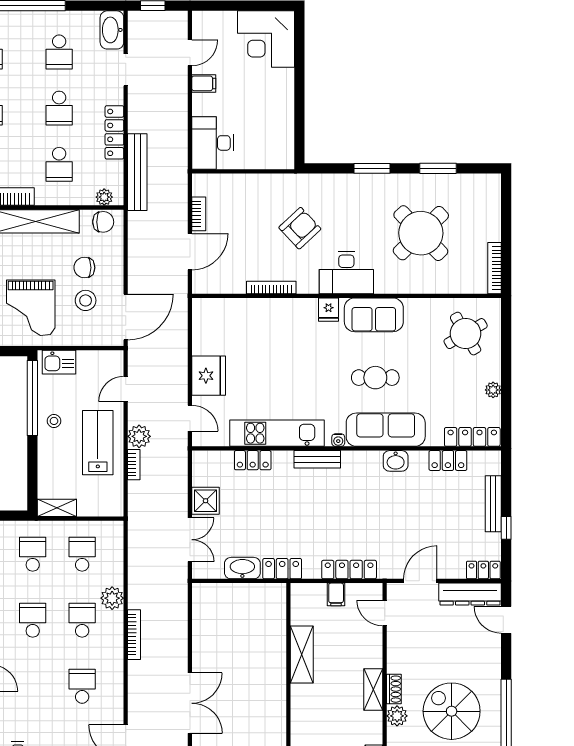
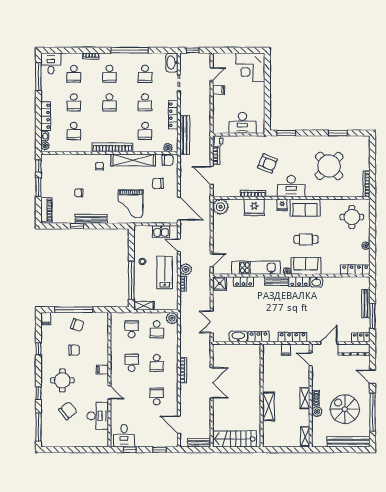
desk: (213, 143) -> (242, 123), moved, turned -90
window: (372, 168) -> (286, 133), moved
printer: (202, 184) -> (218, 141), added
armchair: (300, 228) -> (267, 163), turned 65
door: (190, 252) -> (212, 175), swing flipped
stool: (86, 300) -> (158, 200), removed
plant: (207, 313) -> (220, 207), added
door: (126, 317) -> (179, 209), hinge flipped
round table: (466, 334) -> (352, 217), turned 30
kitchen sink: (59, 362) -> (161, 232), moved
fridge: (209, 376) -> (254, 207), moved, turned 90
door: (126, 389) -> (179, 245), hinge flipped
window: (32, 398) -> (131, 280), moved
door: (190, 418) -> (212, 260), hinge flipped
sofa: (386, 430) -> (306, 266), width x0.73
locker: (448, 461) -> (299, 282), moved
shower: (206, 501) -> (220, 283), moved
window: (506, 528) -> (372, 316), width x2.17
double door: (190, 540) -> (212, 322), swing flipped
school desk: (82, 554) -> (157, 329), turned 180
plant: (112, 598) -> (172, 318), moved
school desk: (82, 620) -> (157, 363), turned 180
door: (506, 620) -> (372, 377), moved
shelving: (302, 654) -> (268, 406), moved
double door: (190, 703) -> (212, 383), moved

